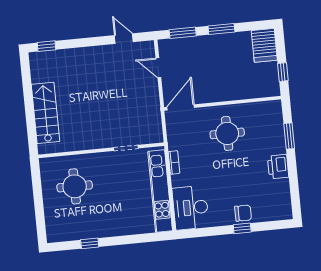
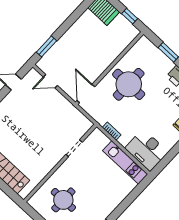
window: (221, 29) -> (68, 23), removed
round table: (227, 133) -> (129, 84), width x1.36, depth x1.36
kitchen unit: (160, 191) -> (125, 162), width x0.73

